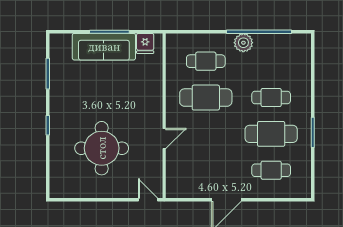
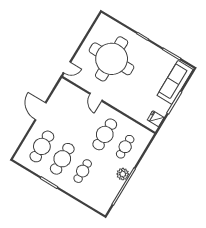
sofa: (104, 47) -> (175, 82), moved
round table: (102, 148) -> (112, 59), width x1.36, depth x1.36
cafe table: (271, 170) -> (42, 146), width x1.37, depth x1.35

